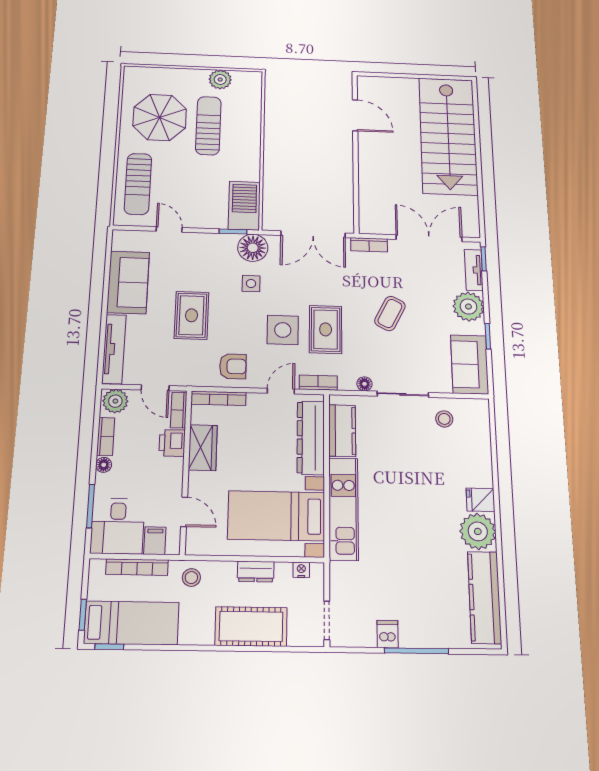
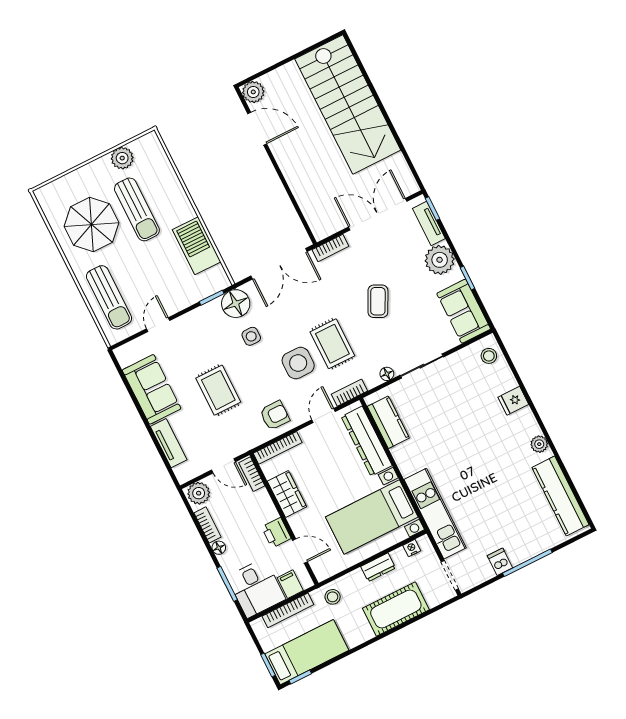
plant: (368, 85) -> (253, 92), added
sun lounger: (208, 126) -> (137, 209), turned 180
barbecue: (244, 206) -> (197, 246), moved
door: (169, 229) -> (158, 325), hinge flipped
tv unit: (114, 349) -> (169, 443), width x0.71
stool: (444, 419) -> (489, 356), moved
printer: (172, 443) -> (276, 533), moved
fridge: (480, 500) -> (513, 401), moved
kitchen unit: (343, 509) -> (435, 514), moved
plant: (478, 531) -> (539, 444), width x0.53, depth x0.53

